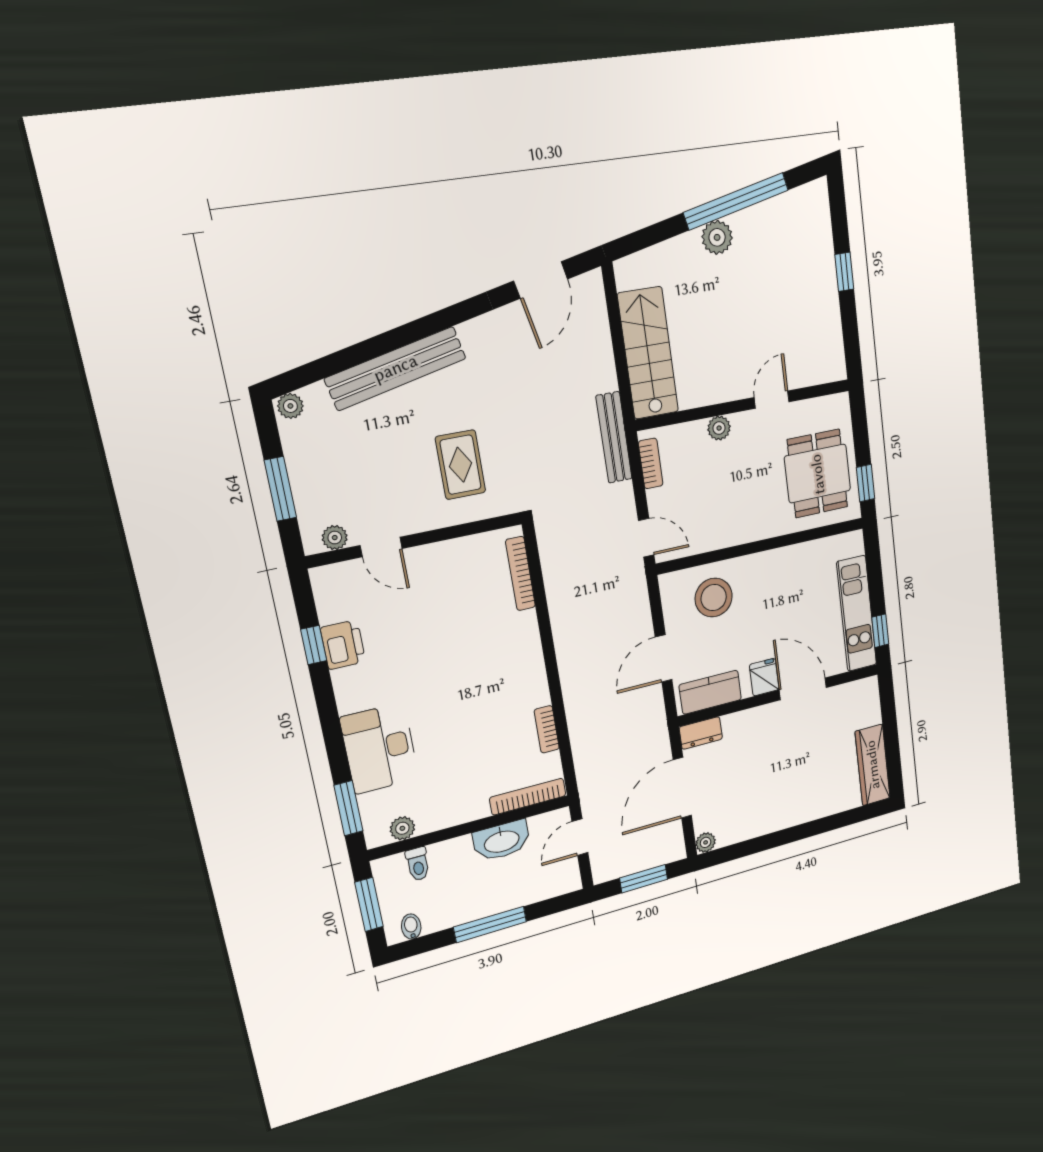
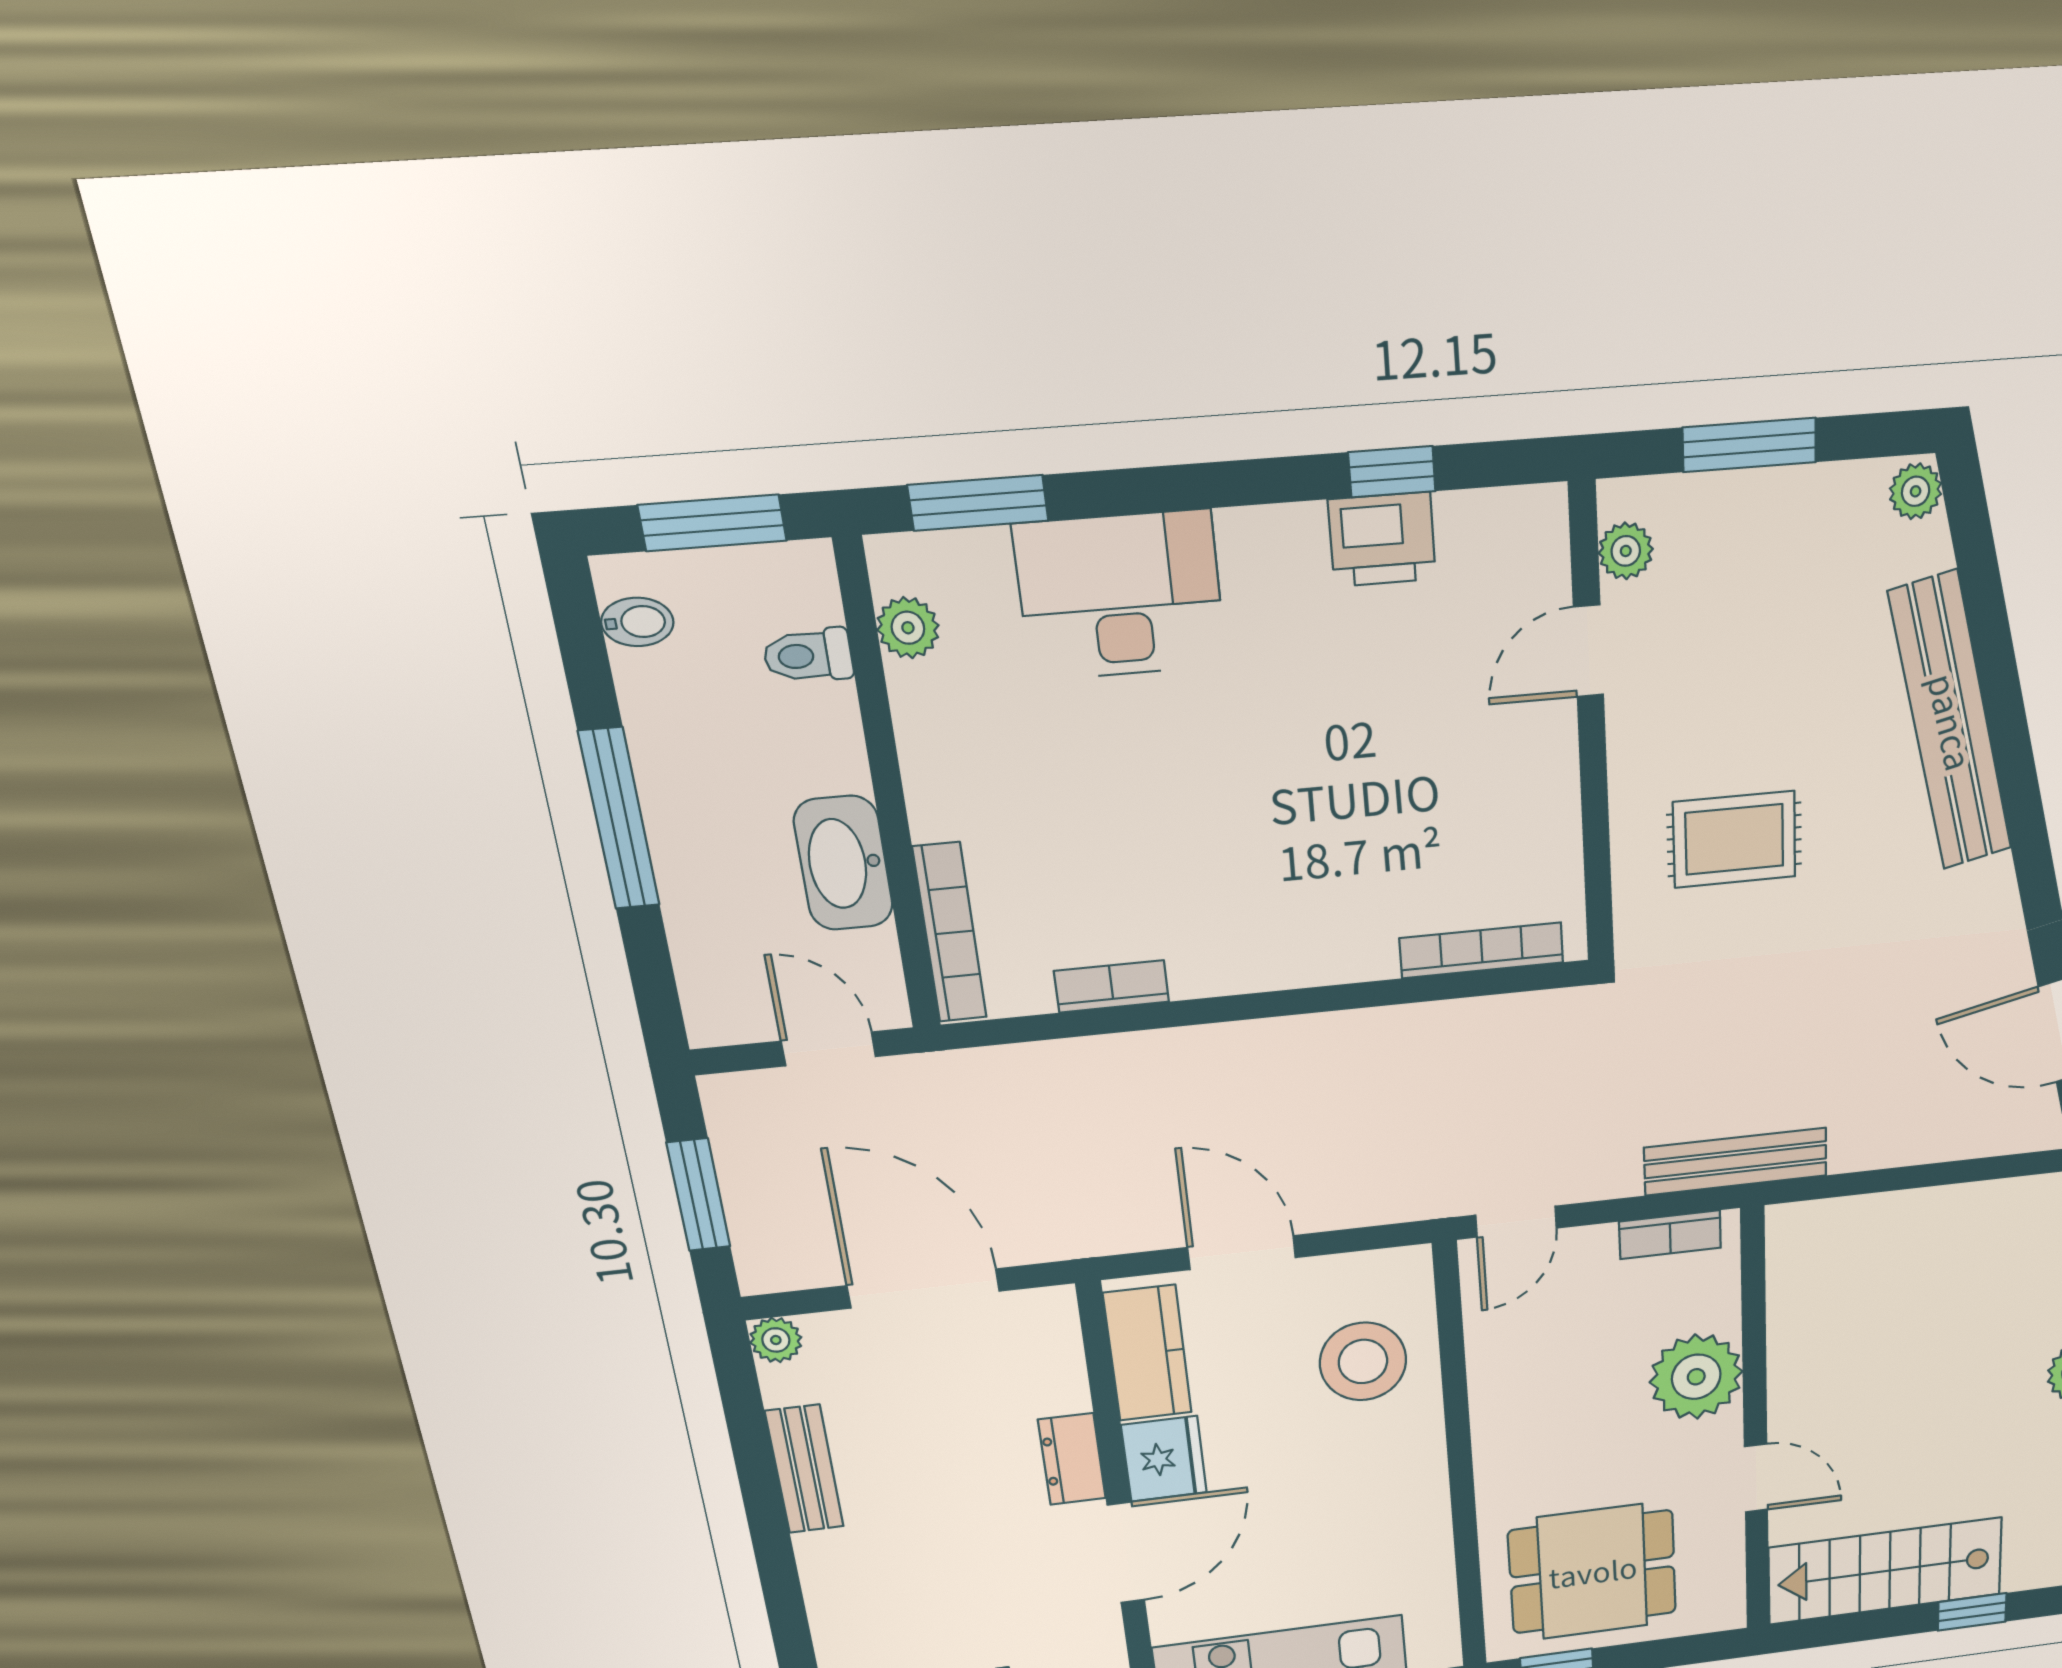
stairs: (648, 353) -> (1885, 1571), moved, turned 180
plant: (719, 428) -> (1696, 1377), width x1.87, depth x1.87
fridge: (764, 677) -> (1164, 1459), width x1.38
dresser: (701, 733) -> (1072, 1459), moved
bench: (762, 825) -> (804, 1469), added

